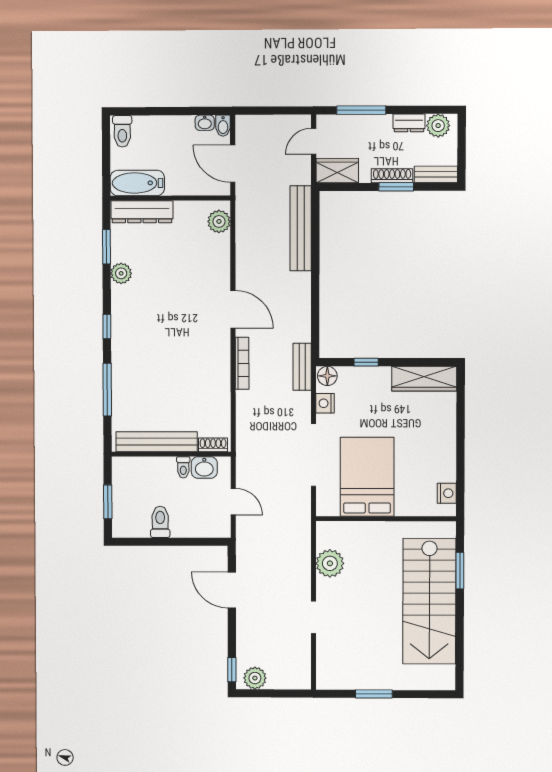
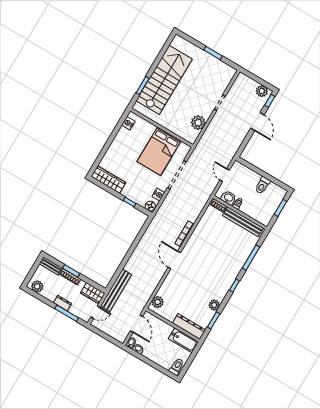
dresser: (409, 123) -> (62, 303), moved
bench: (301, 228) -> (116, 290), moved
bench: (302, 367) -> (159, 217), removed
door: (232, 590) -> (257, 122), moved

